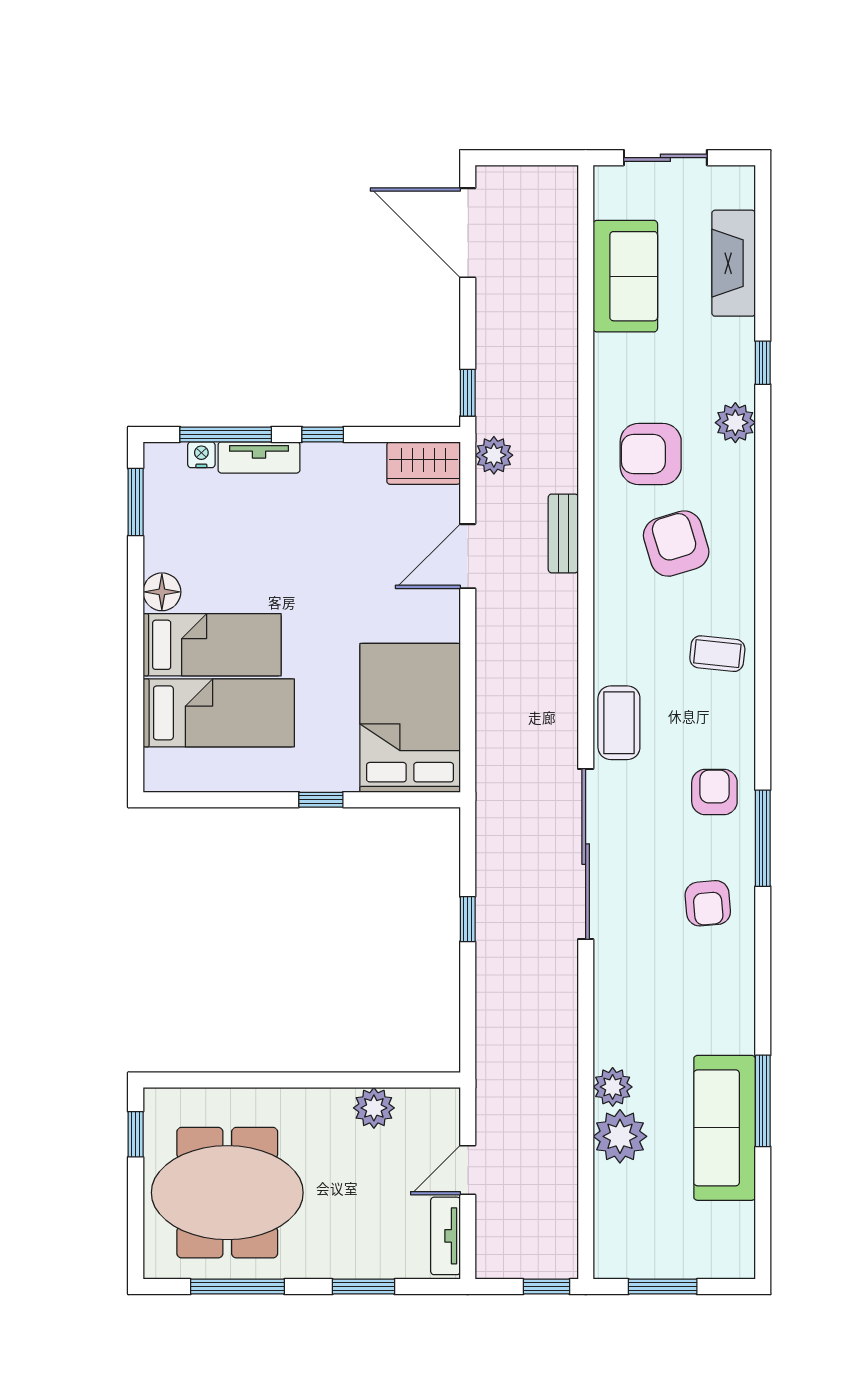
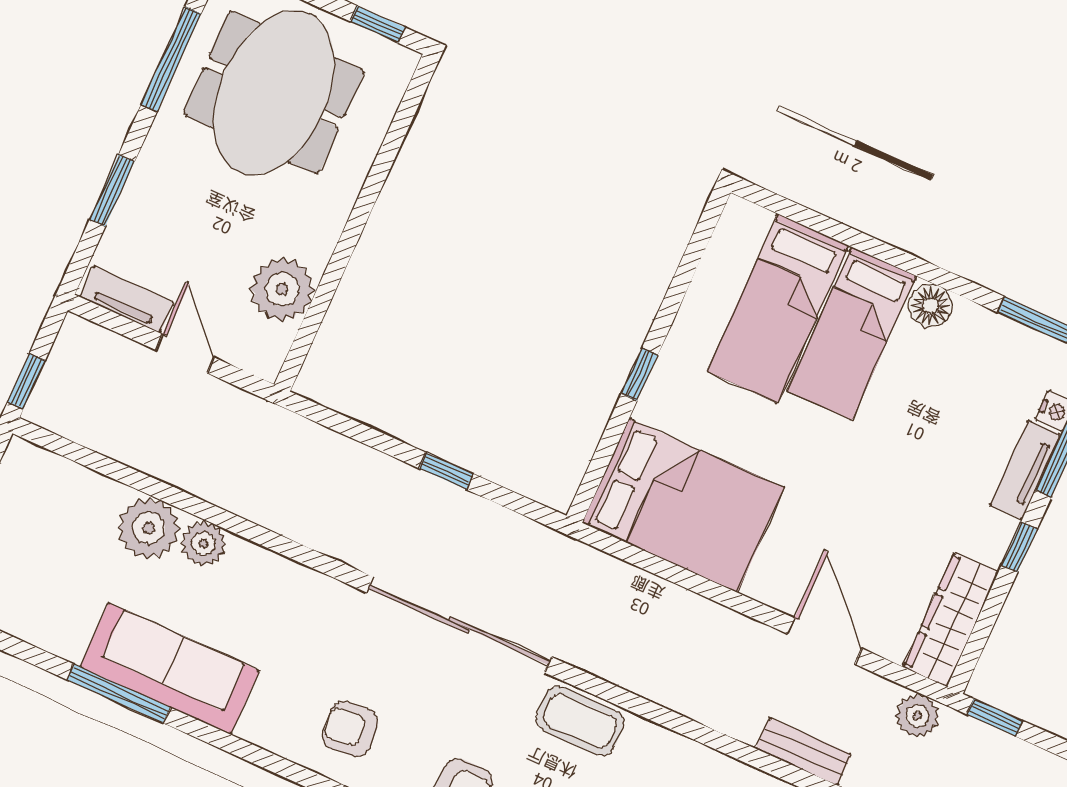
wardrobe: (424, 463) -> (951, 620), width x1.50
plant: (374, 1108) -> (282, 289), width x1.36, depth x1.36
sofa: (725, 1128) -> (170, 669), moved

